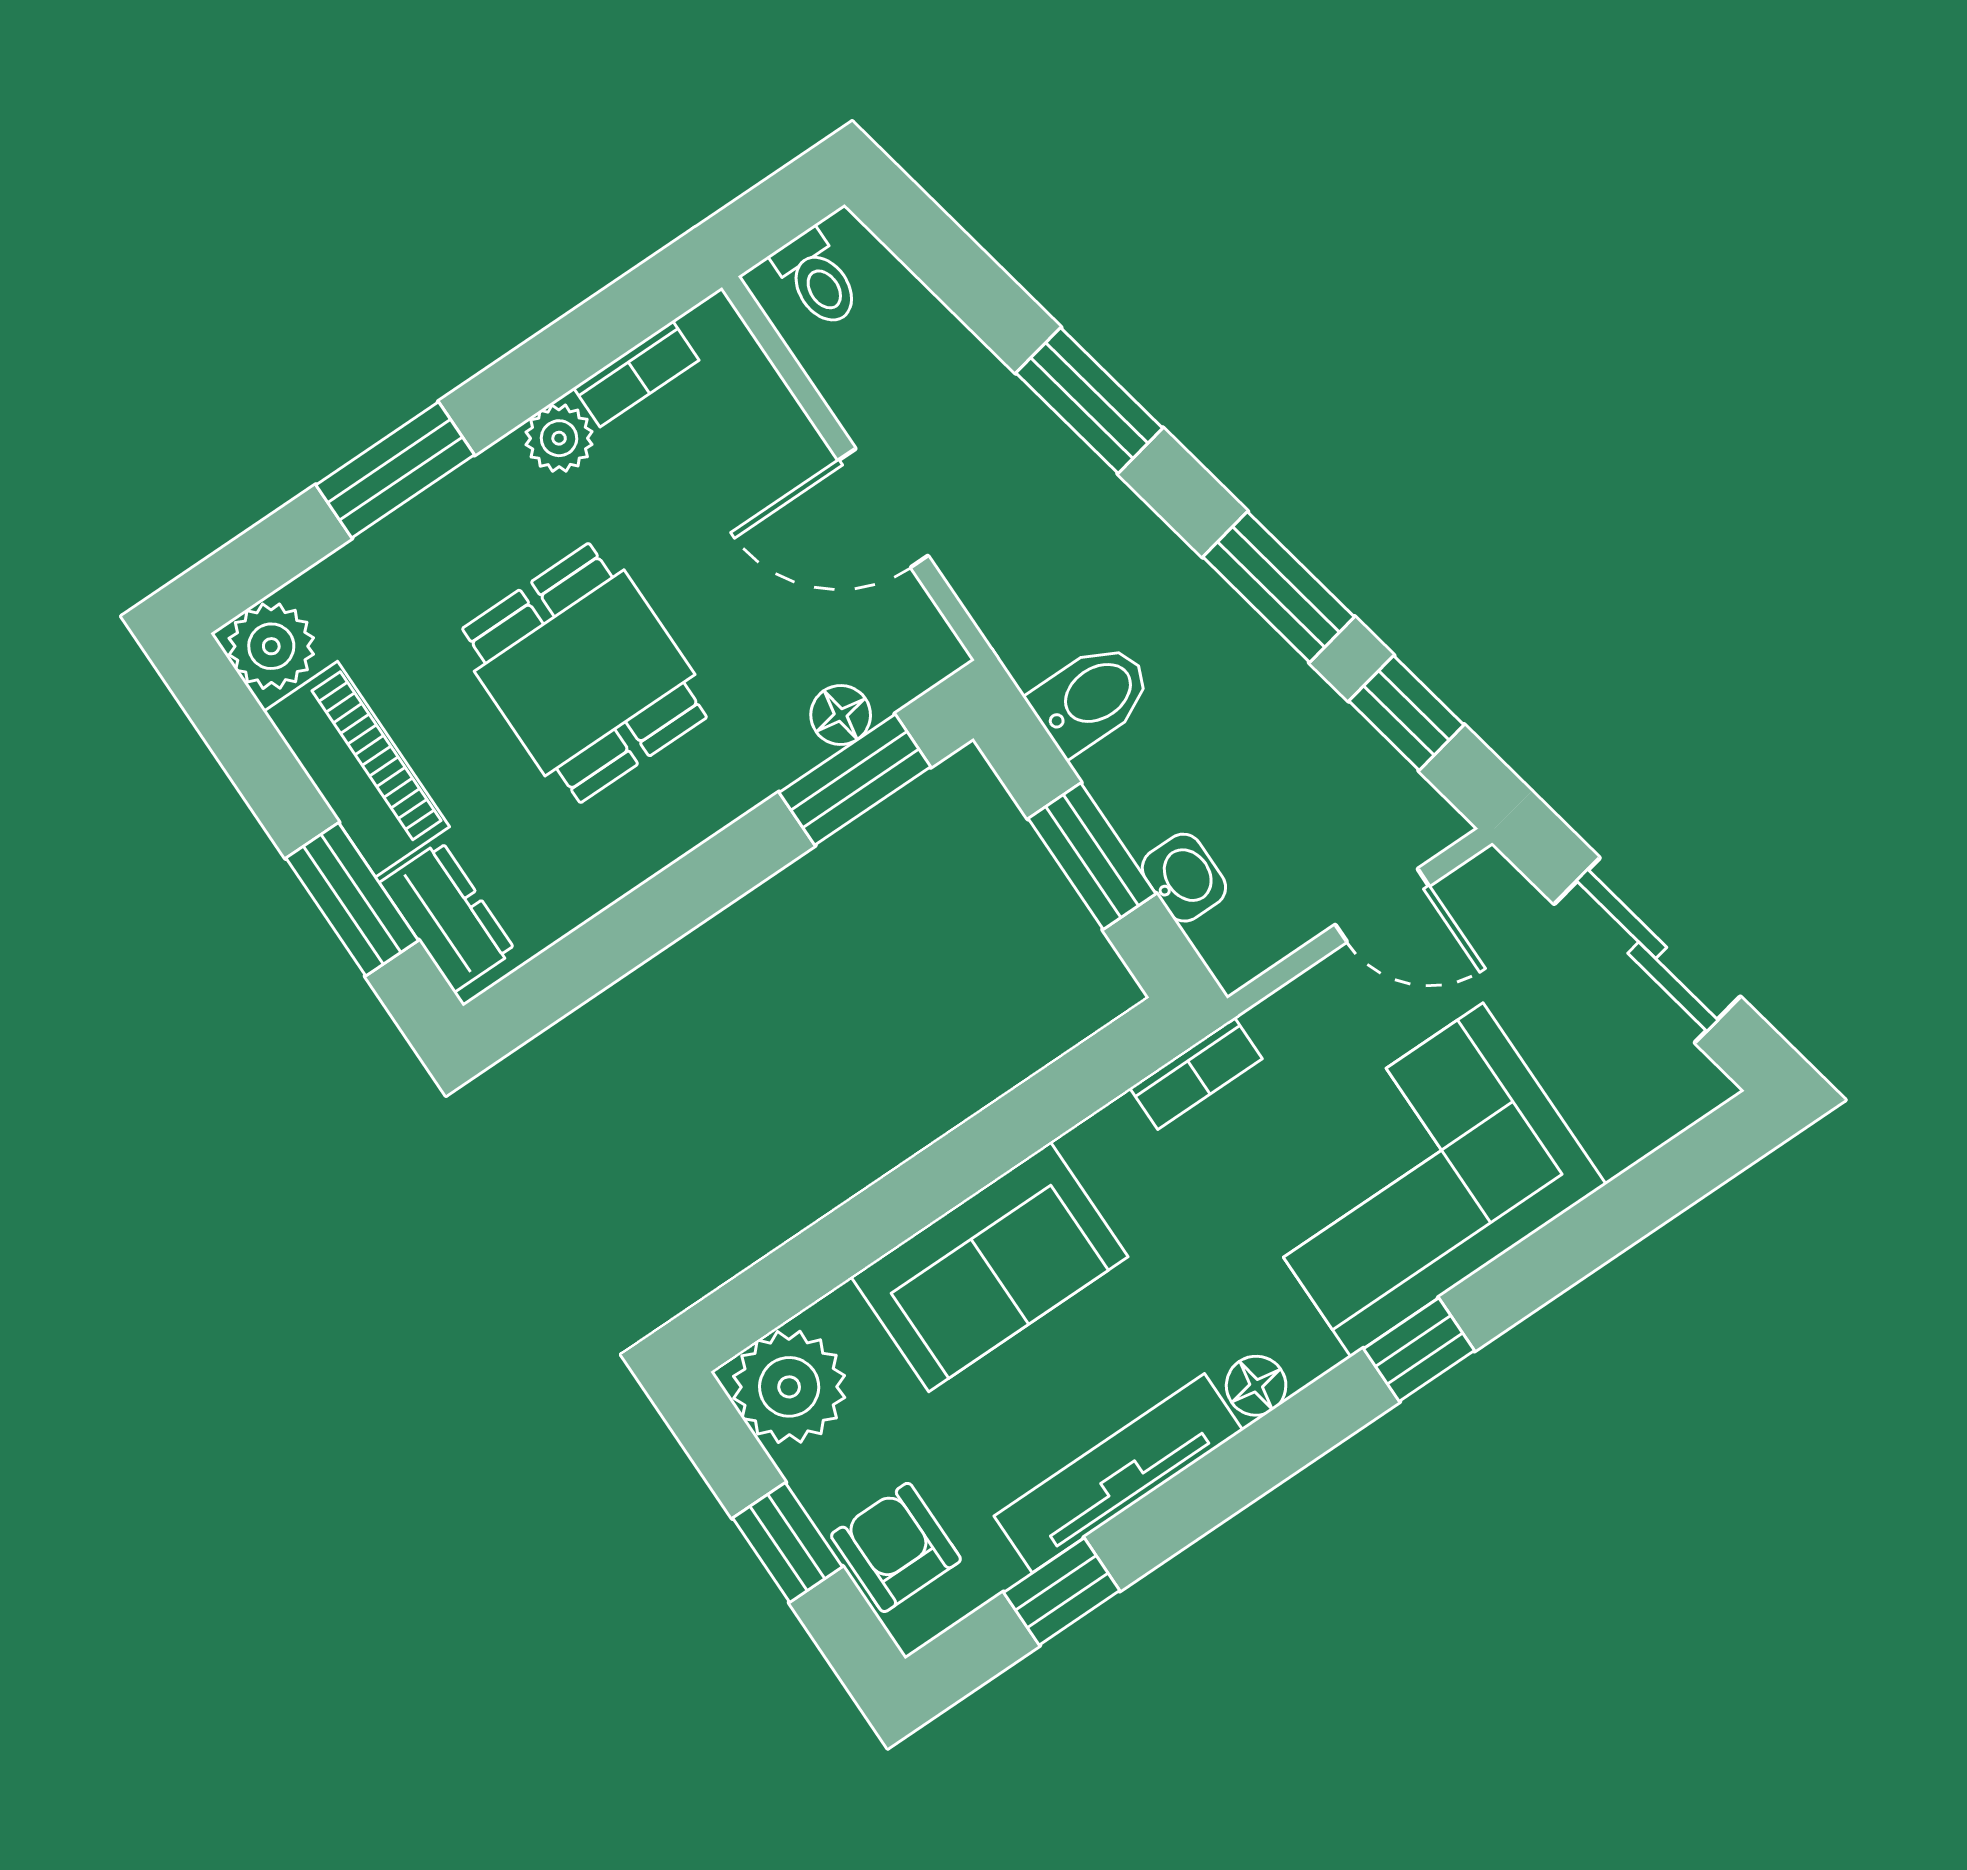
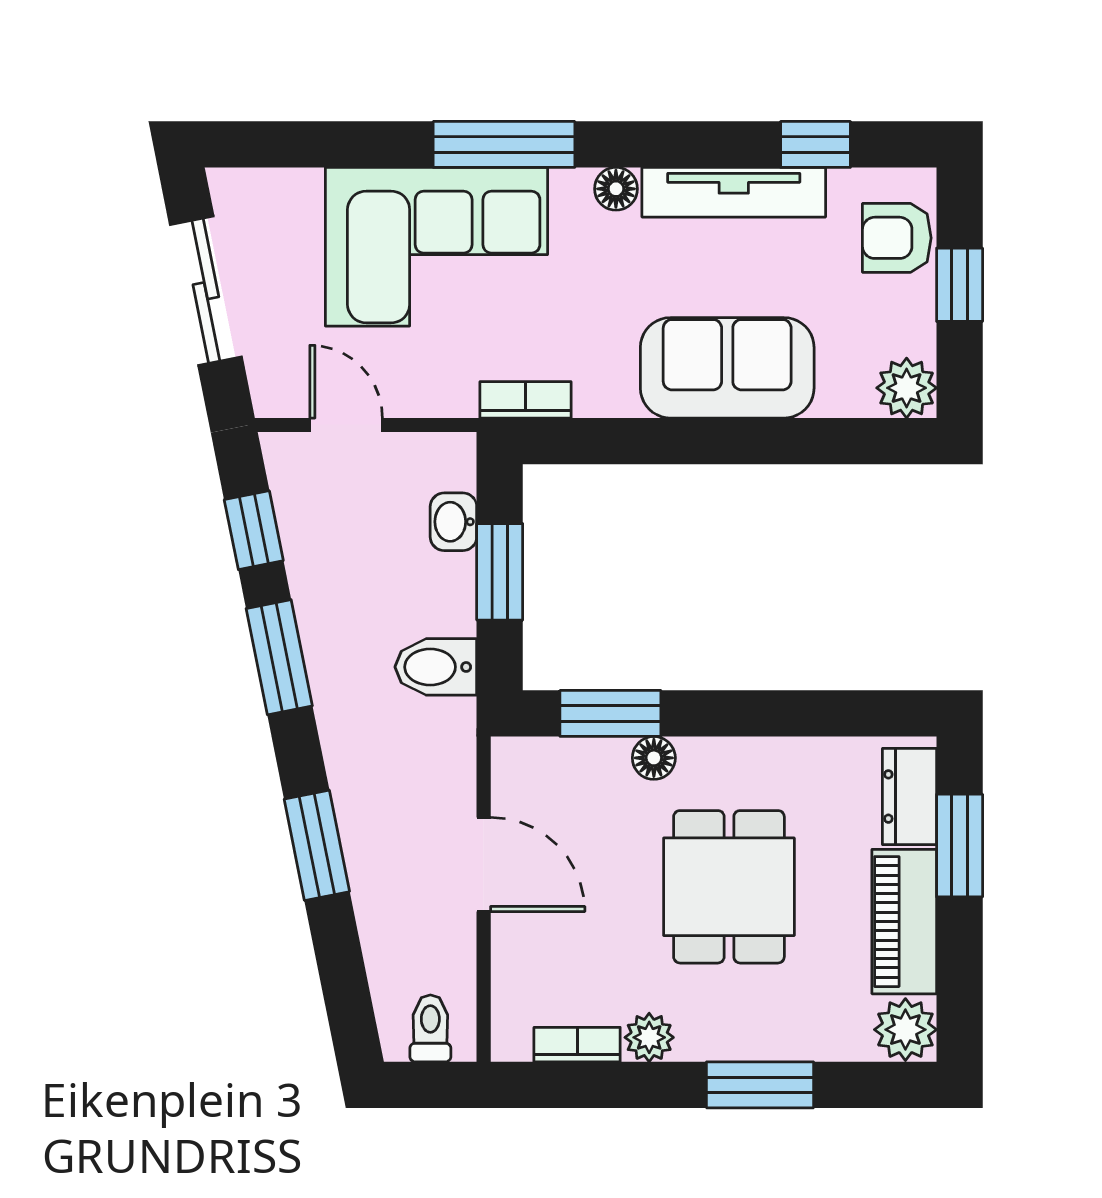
floor lamp: (841, 715) -> (654, 758), moved
window: (1419, 1350) -> (504, 144), width x2.17
plant: (789, 1387) -> (907, 388), width x0.73, depth x0.73
armchair: (896, 1547) -> (897, 238), turned 90

